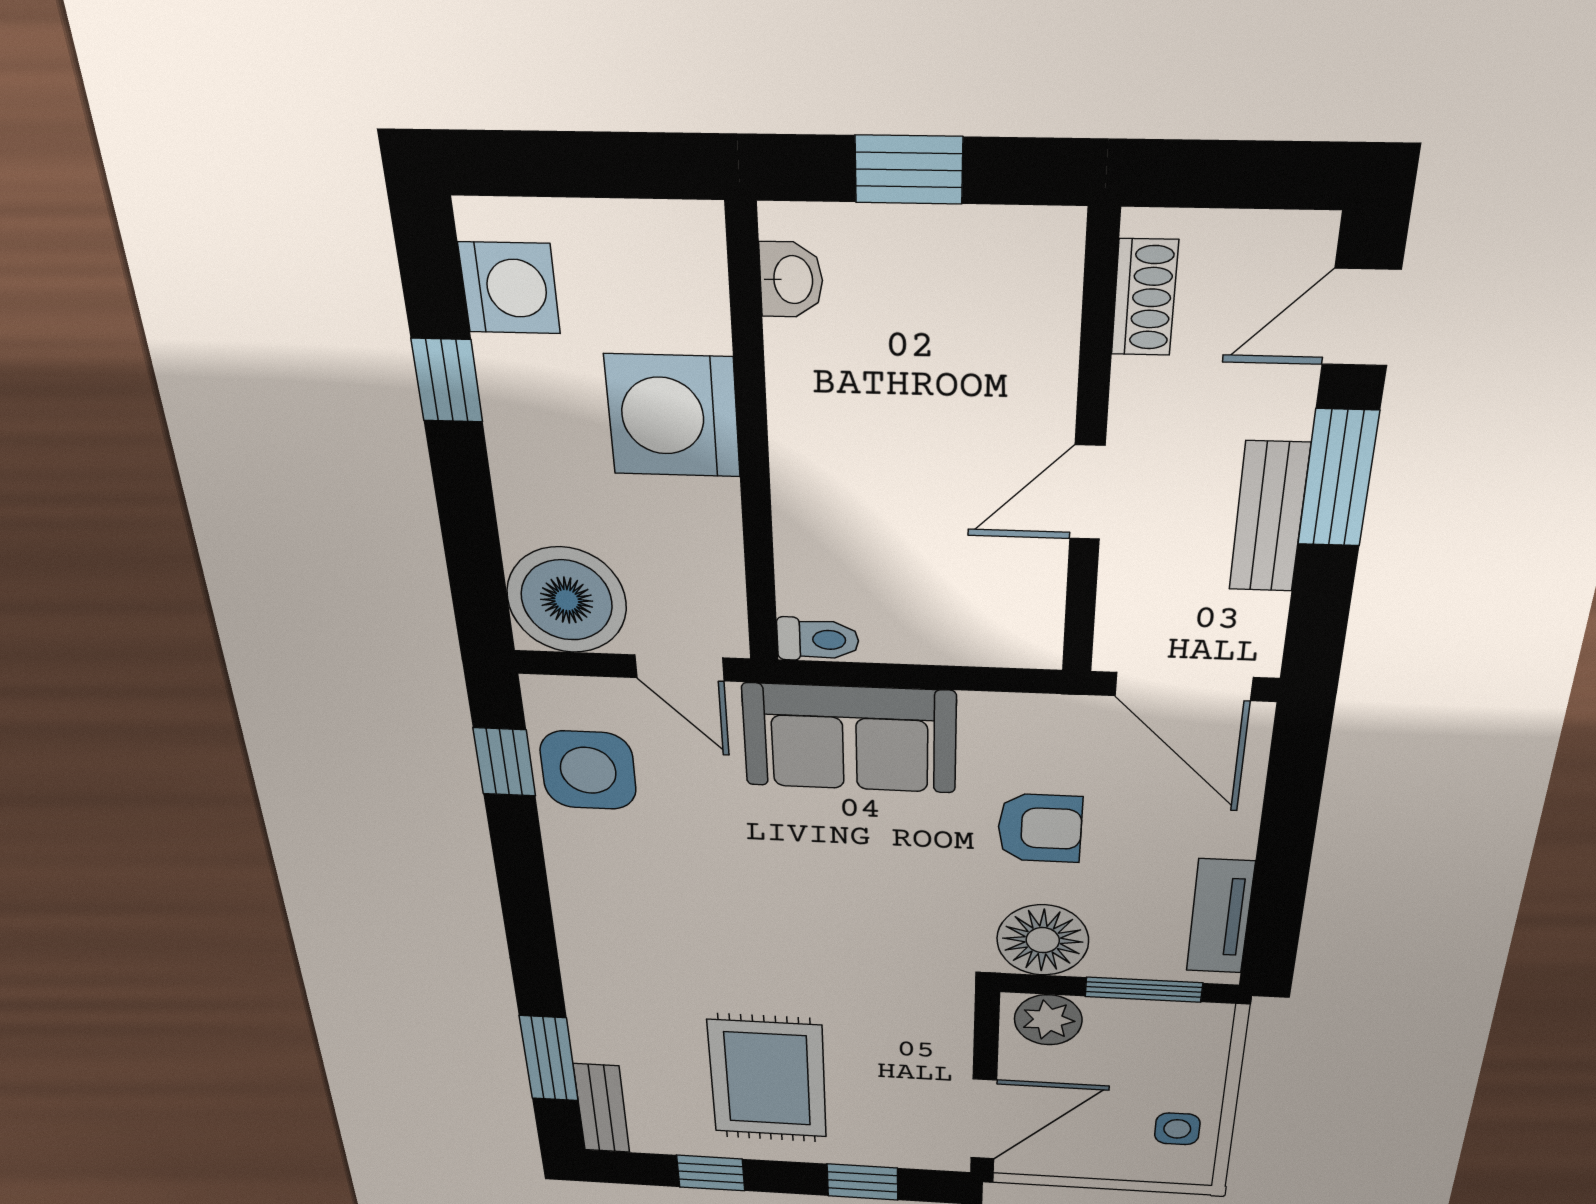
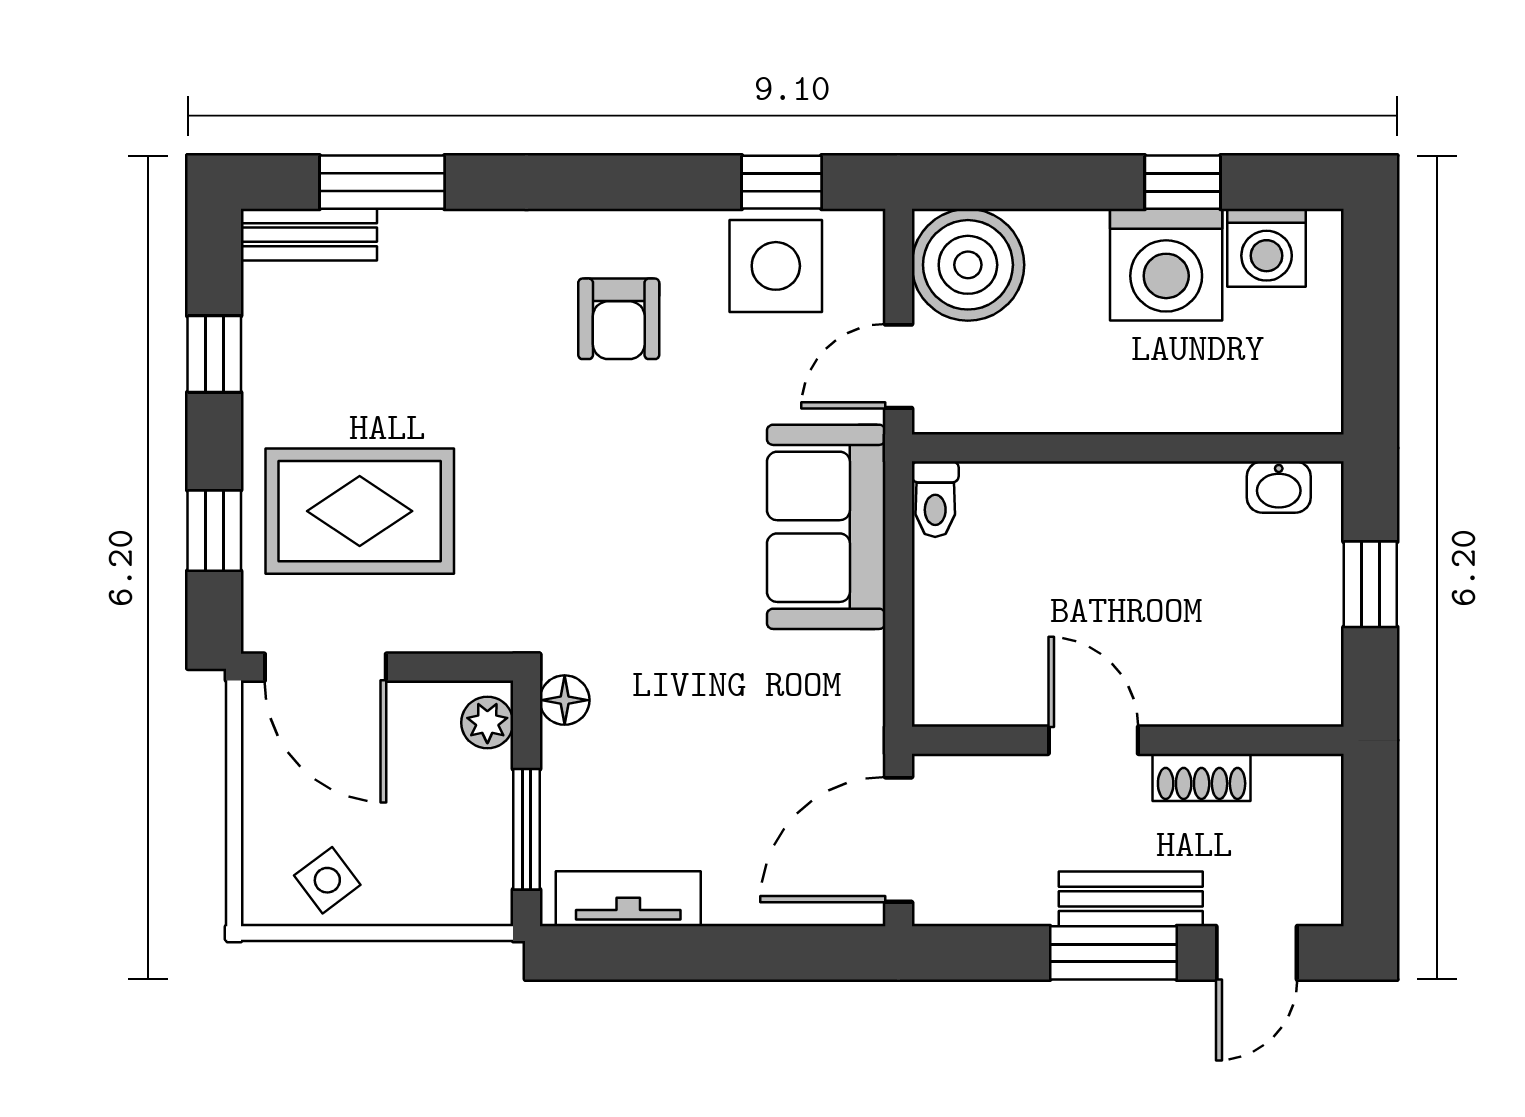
shoe rack: (1145, 298) -> (1202, 777), moved
door: (1361, 318) -> (1257, 953), swing flipped
washing machine: (673, 416) -> (1166, 265), moved, turned 180
bench: (1269, 517) -> (1131, 899), moved
armchair: (1040, 828) -> (619, 319), moved
floor lamp: (1043, 940) -> (565, 700), width x0.53, depth x0.53
plant: (1048, 1020) -> (487, 723), width x0.73, depth x0.73
rug: (768, 1079) -> (360, 511), moved
side table: (1177, 1129) -> (327, 880), turned -37

